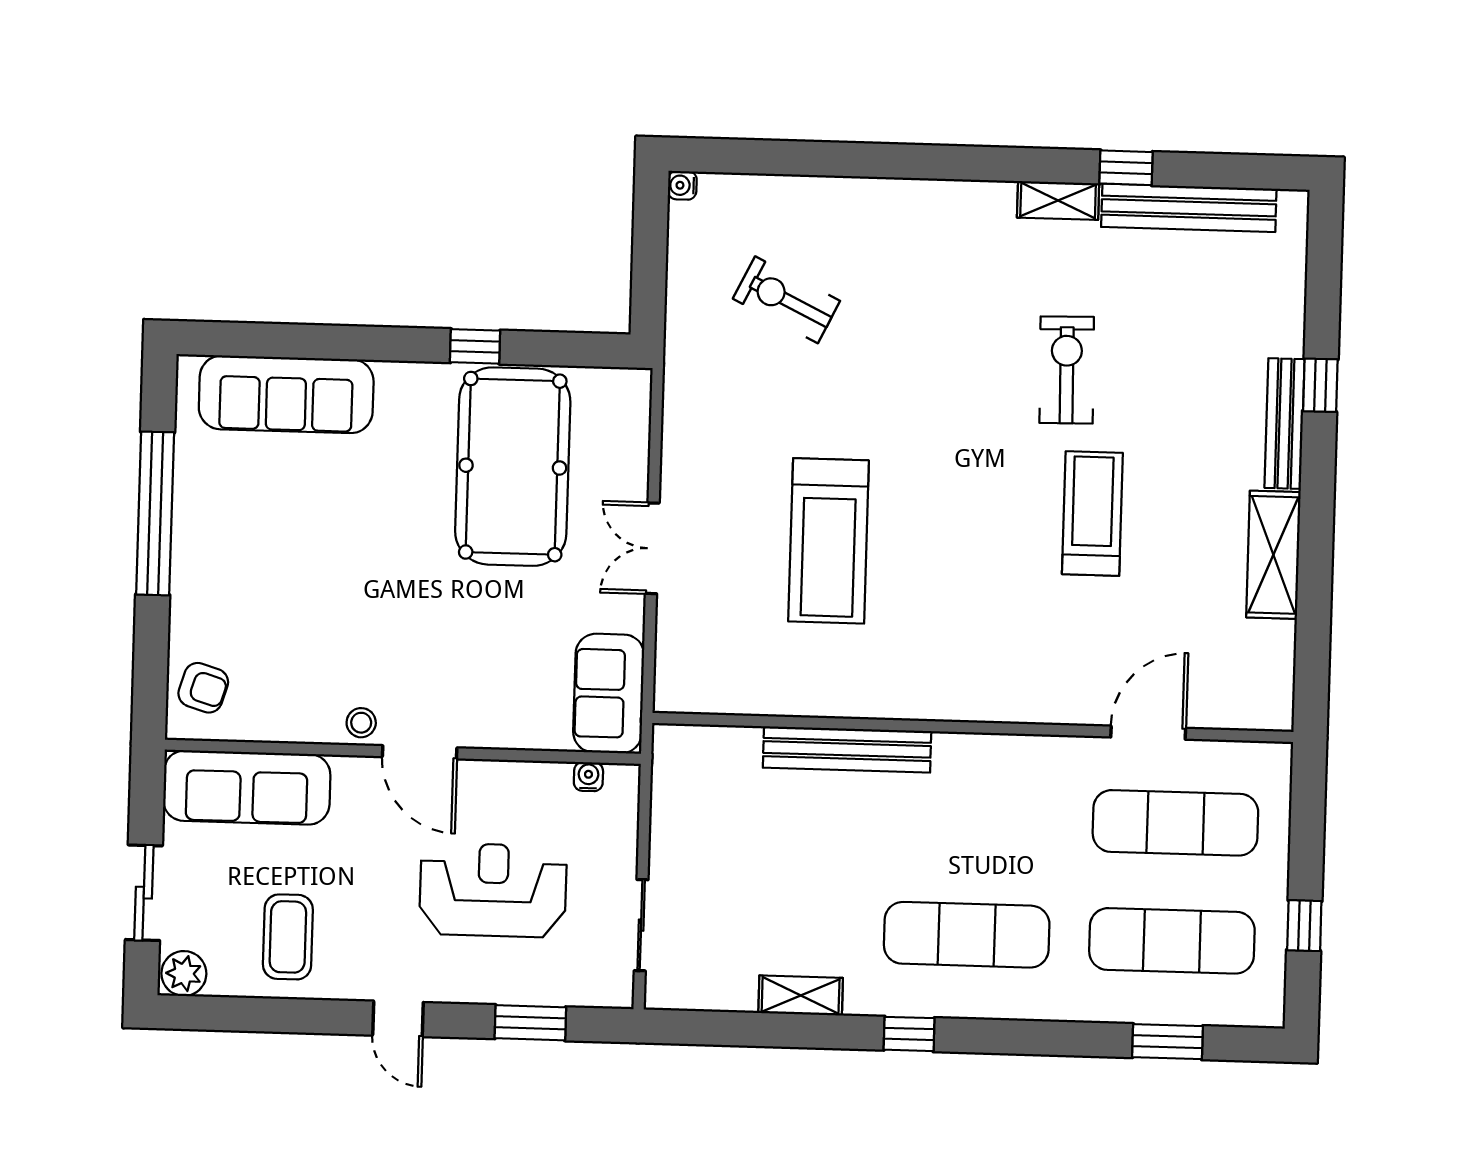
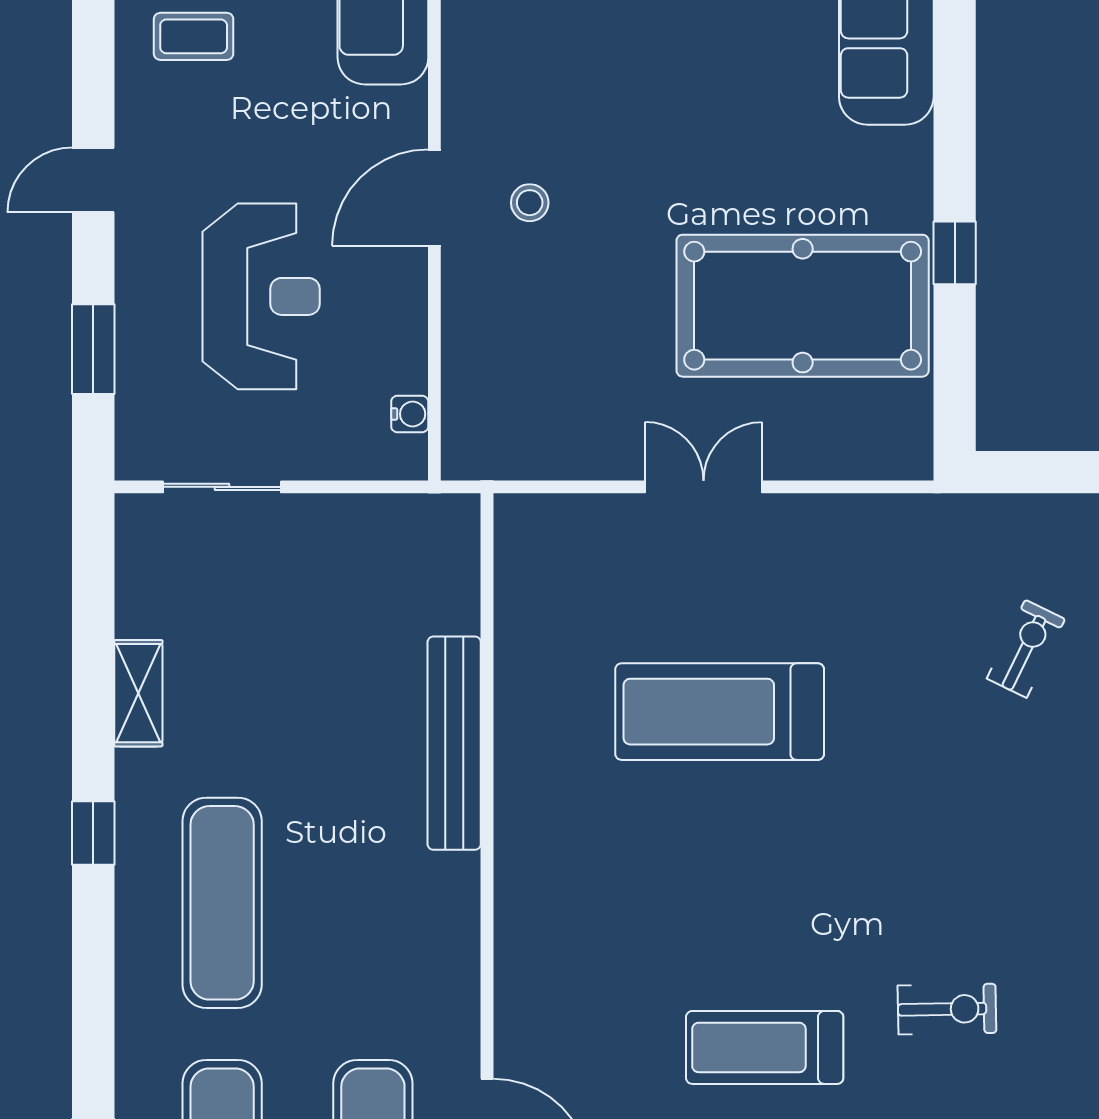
exercise bike: (786, 300) -> (1026, 649), width x0.73, depth x0.72
exercise bike: (1067, 370) -> (947, 1009), width x0.73, depth x0.72
treadmill: (1092, 513) -> (765, 1047), turned 180
sofa: (609, 693) -> (517, 437), removed
stool: (361, 723) -> (530, 203), moved
coffee table: (288, 937) -> (194, 36), width x0.73, depth x0.77

